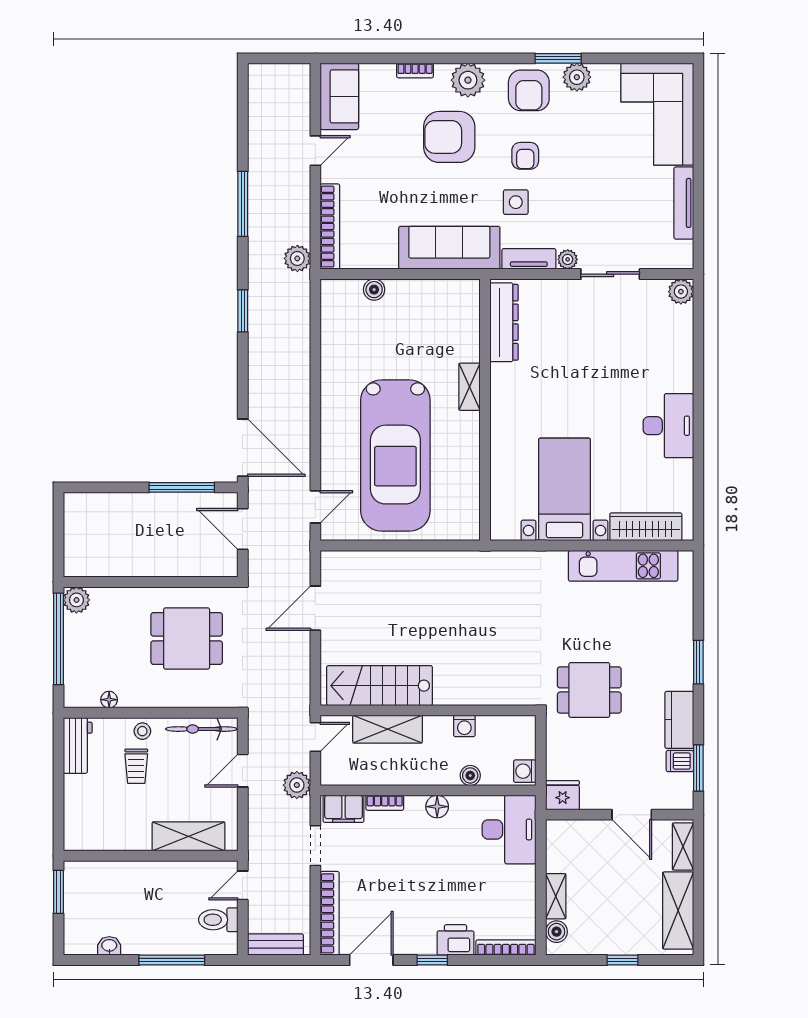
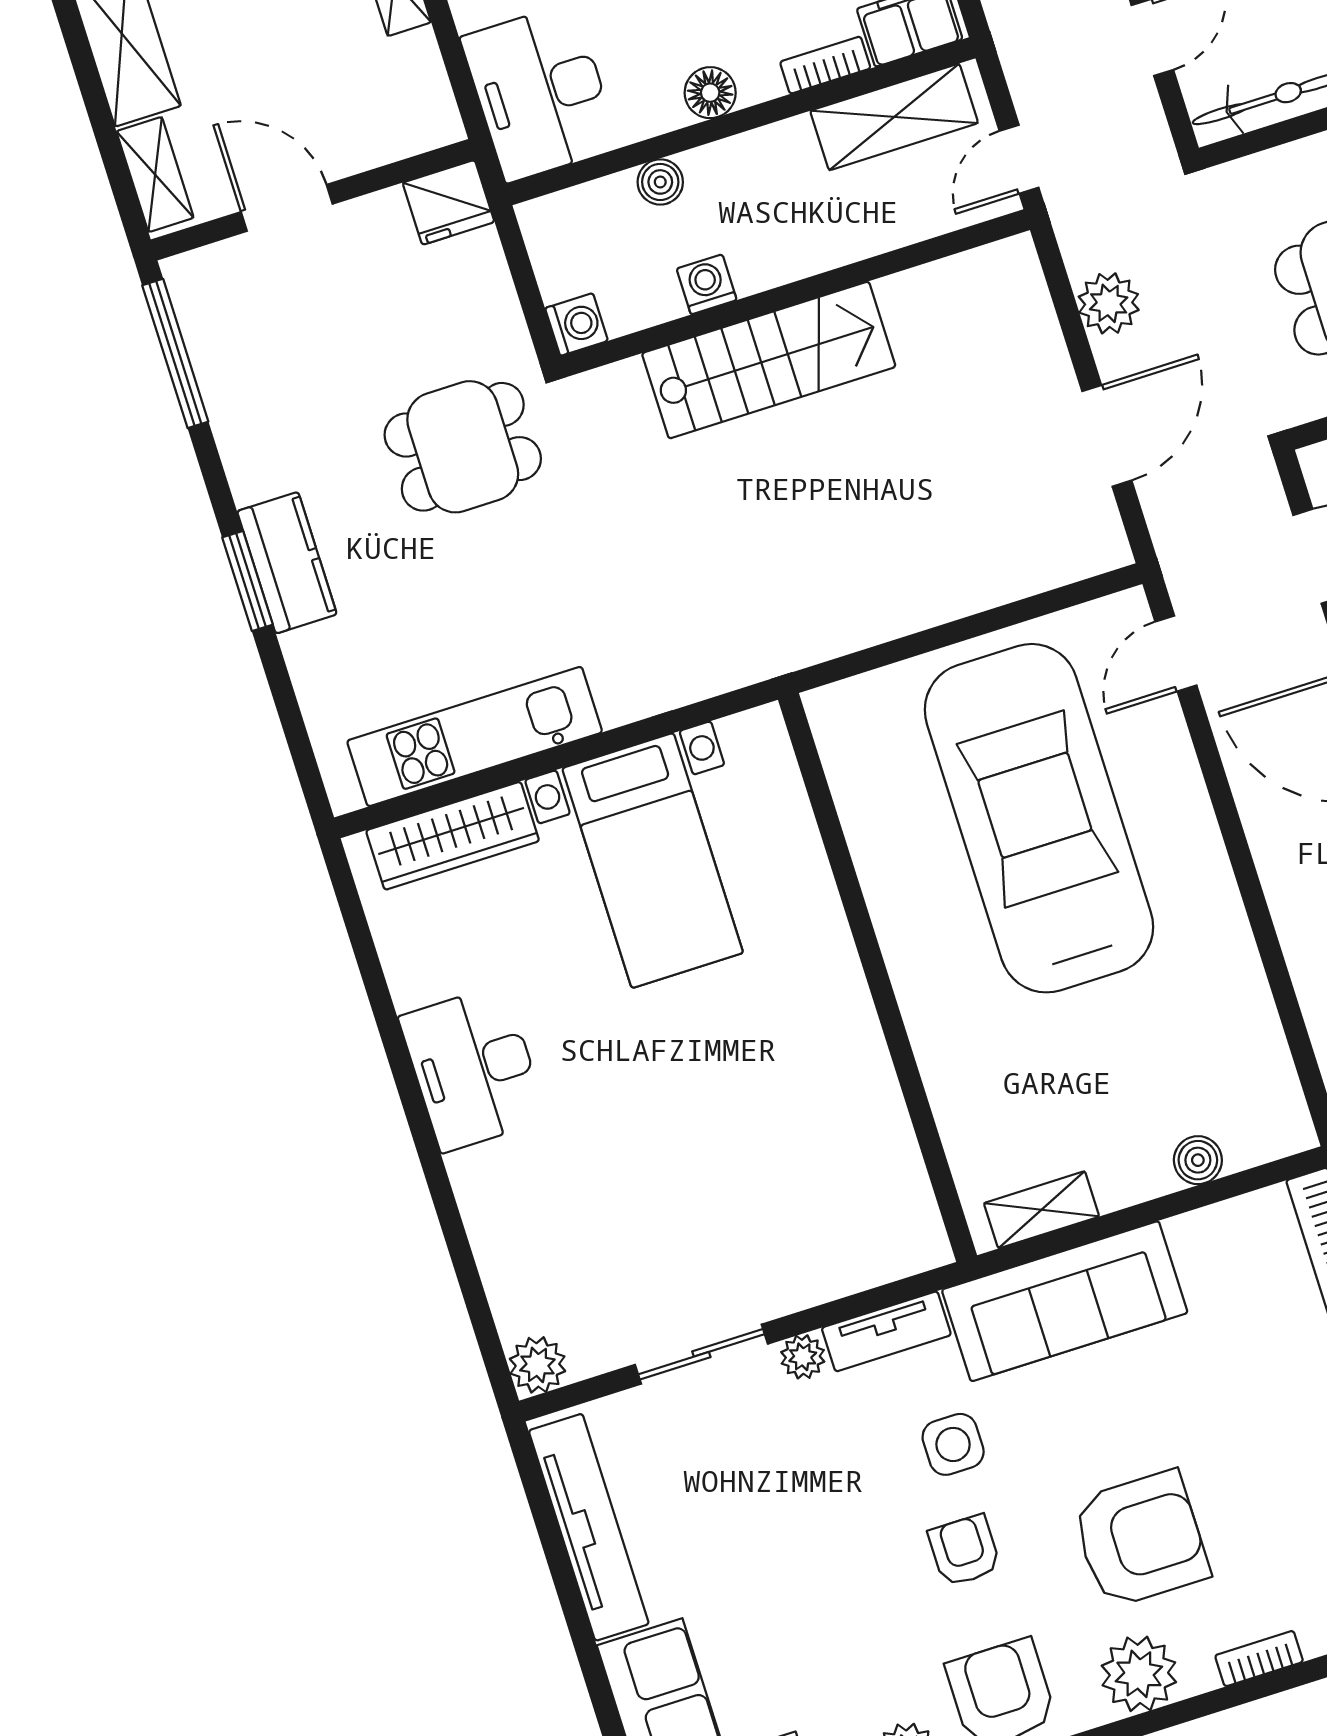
tv unit: (684, 203) -> (589, 1527), width x1.36, depth x1.29
dresser: (504, 322) -> (897, 1179), removed
shelving: (470, 387) -> (1042, 1210), moved, turned 90
stairs: (379, 686) -> (769, 360), moved
kitchen counter: (679, 720) -> (287, 563), moved
shelving: (388, 729) -> (894, 117), moved
dishwasher: (680, 761) -> (220, 356), removed
window: (698, 768) -> (175, 353), width x1.44
washing machine: (525, 771) -> (577, 324), moved
plant: (297, 785) -> (1109, 303), moved

